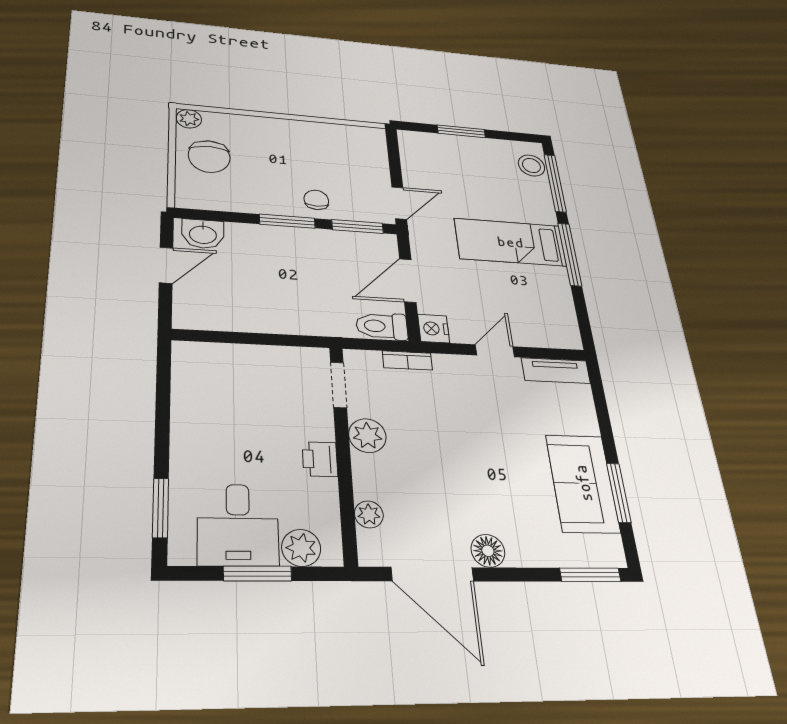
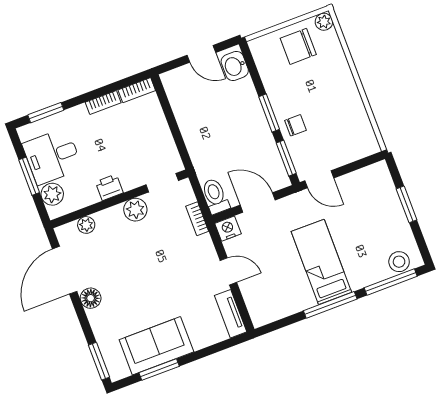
bookcase: (183, 365) -> (137, 90), added
bookcase: (181, 418) -> (103, 103), added

